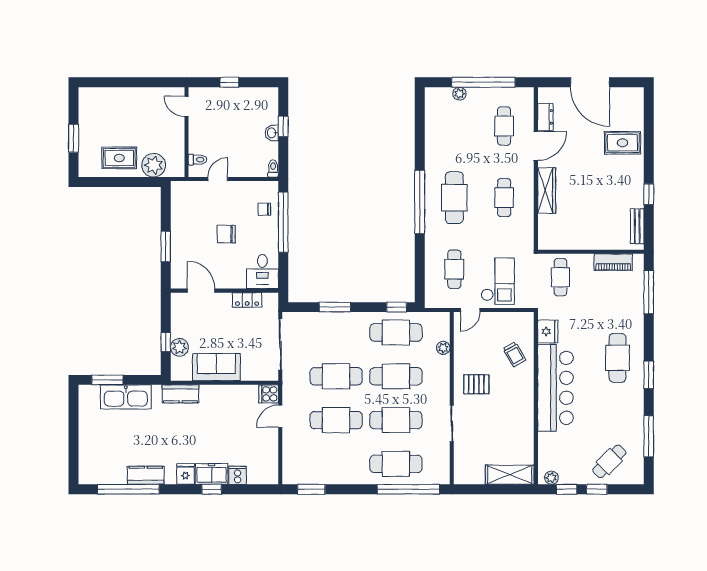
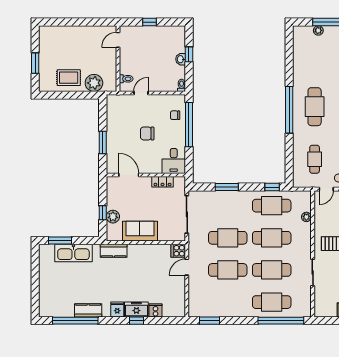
door: (186, 106) -> (118, 40), hinge flipped

